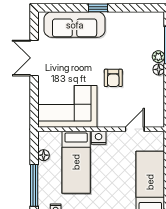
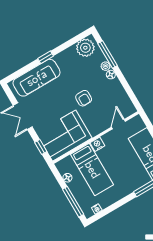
plant: (148, 23) -> (85, 48), added
window: (34, 104) -> (41, 147), added

